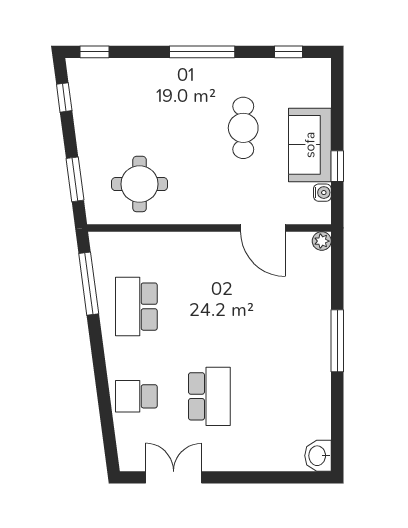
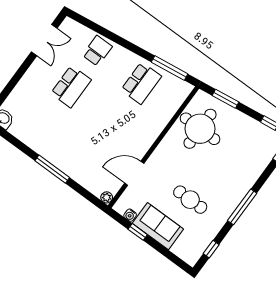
round table: (140, 184) -> (200, 129), width x1.36, depth x1.36
school desk: (136, 307) -> (141, 83), turned 90
school desk: (209, 396) -> (71, 87), turned -90

